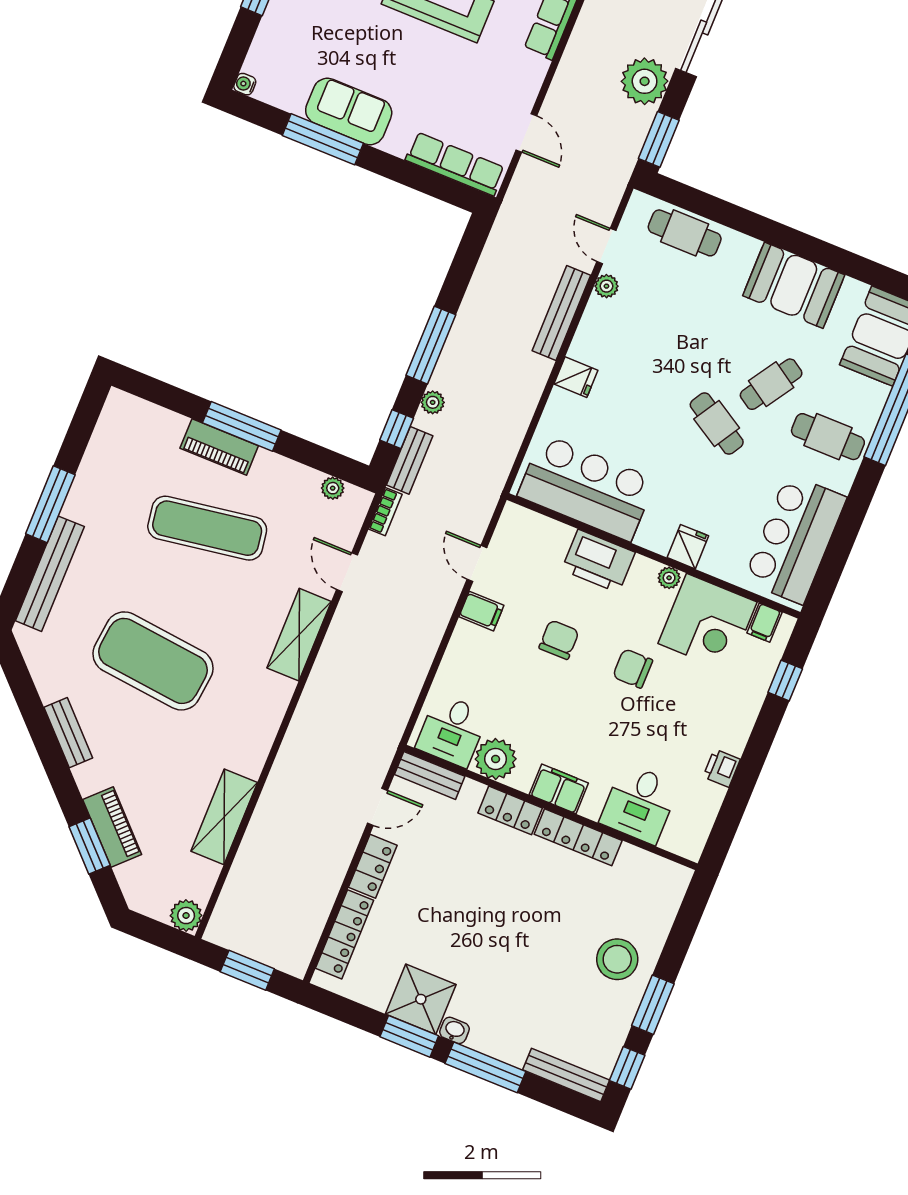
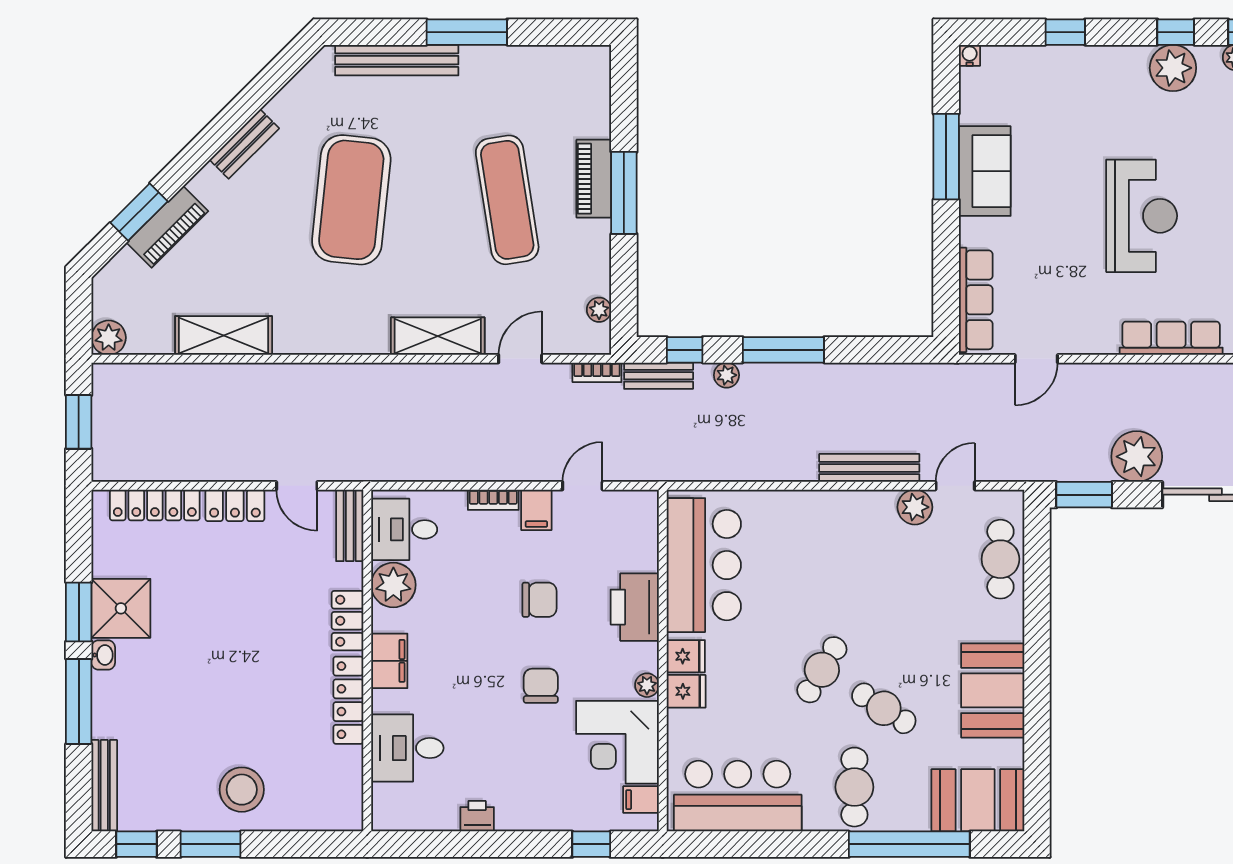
plant: (606, 286) -> (915, 507), width x1.38, depth x1.38
fridge: (576, 377) -> (686, 656), moved, turned -90
bookcase: (458, 644) -> (493, 500), added

